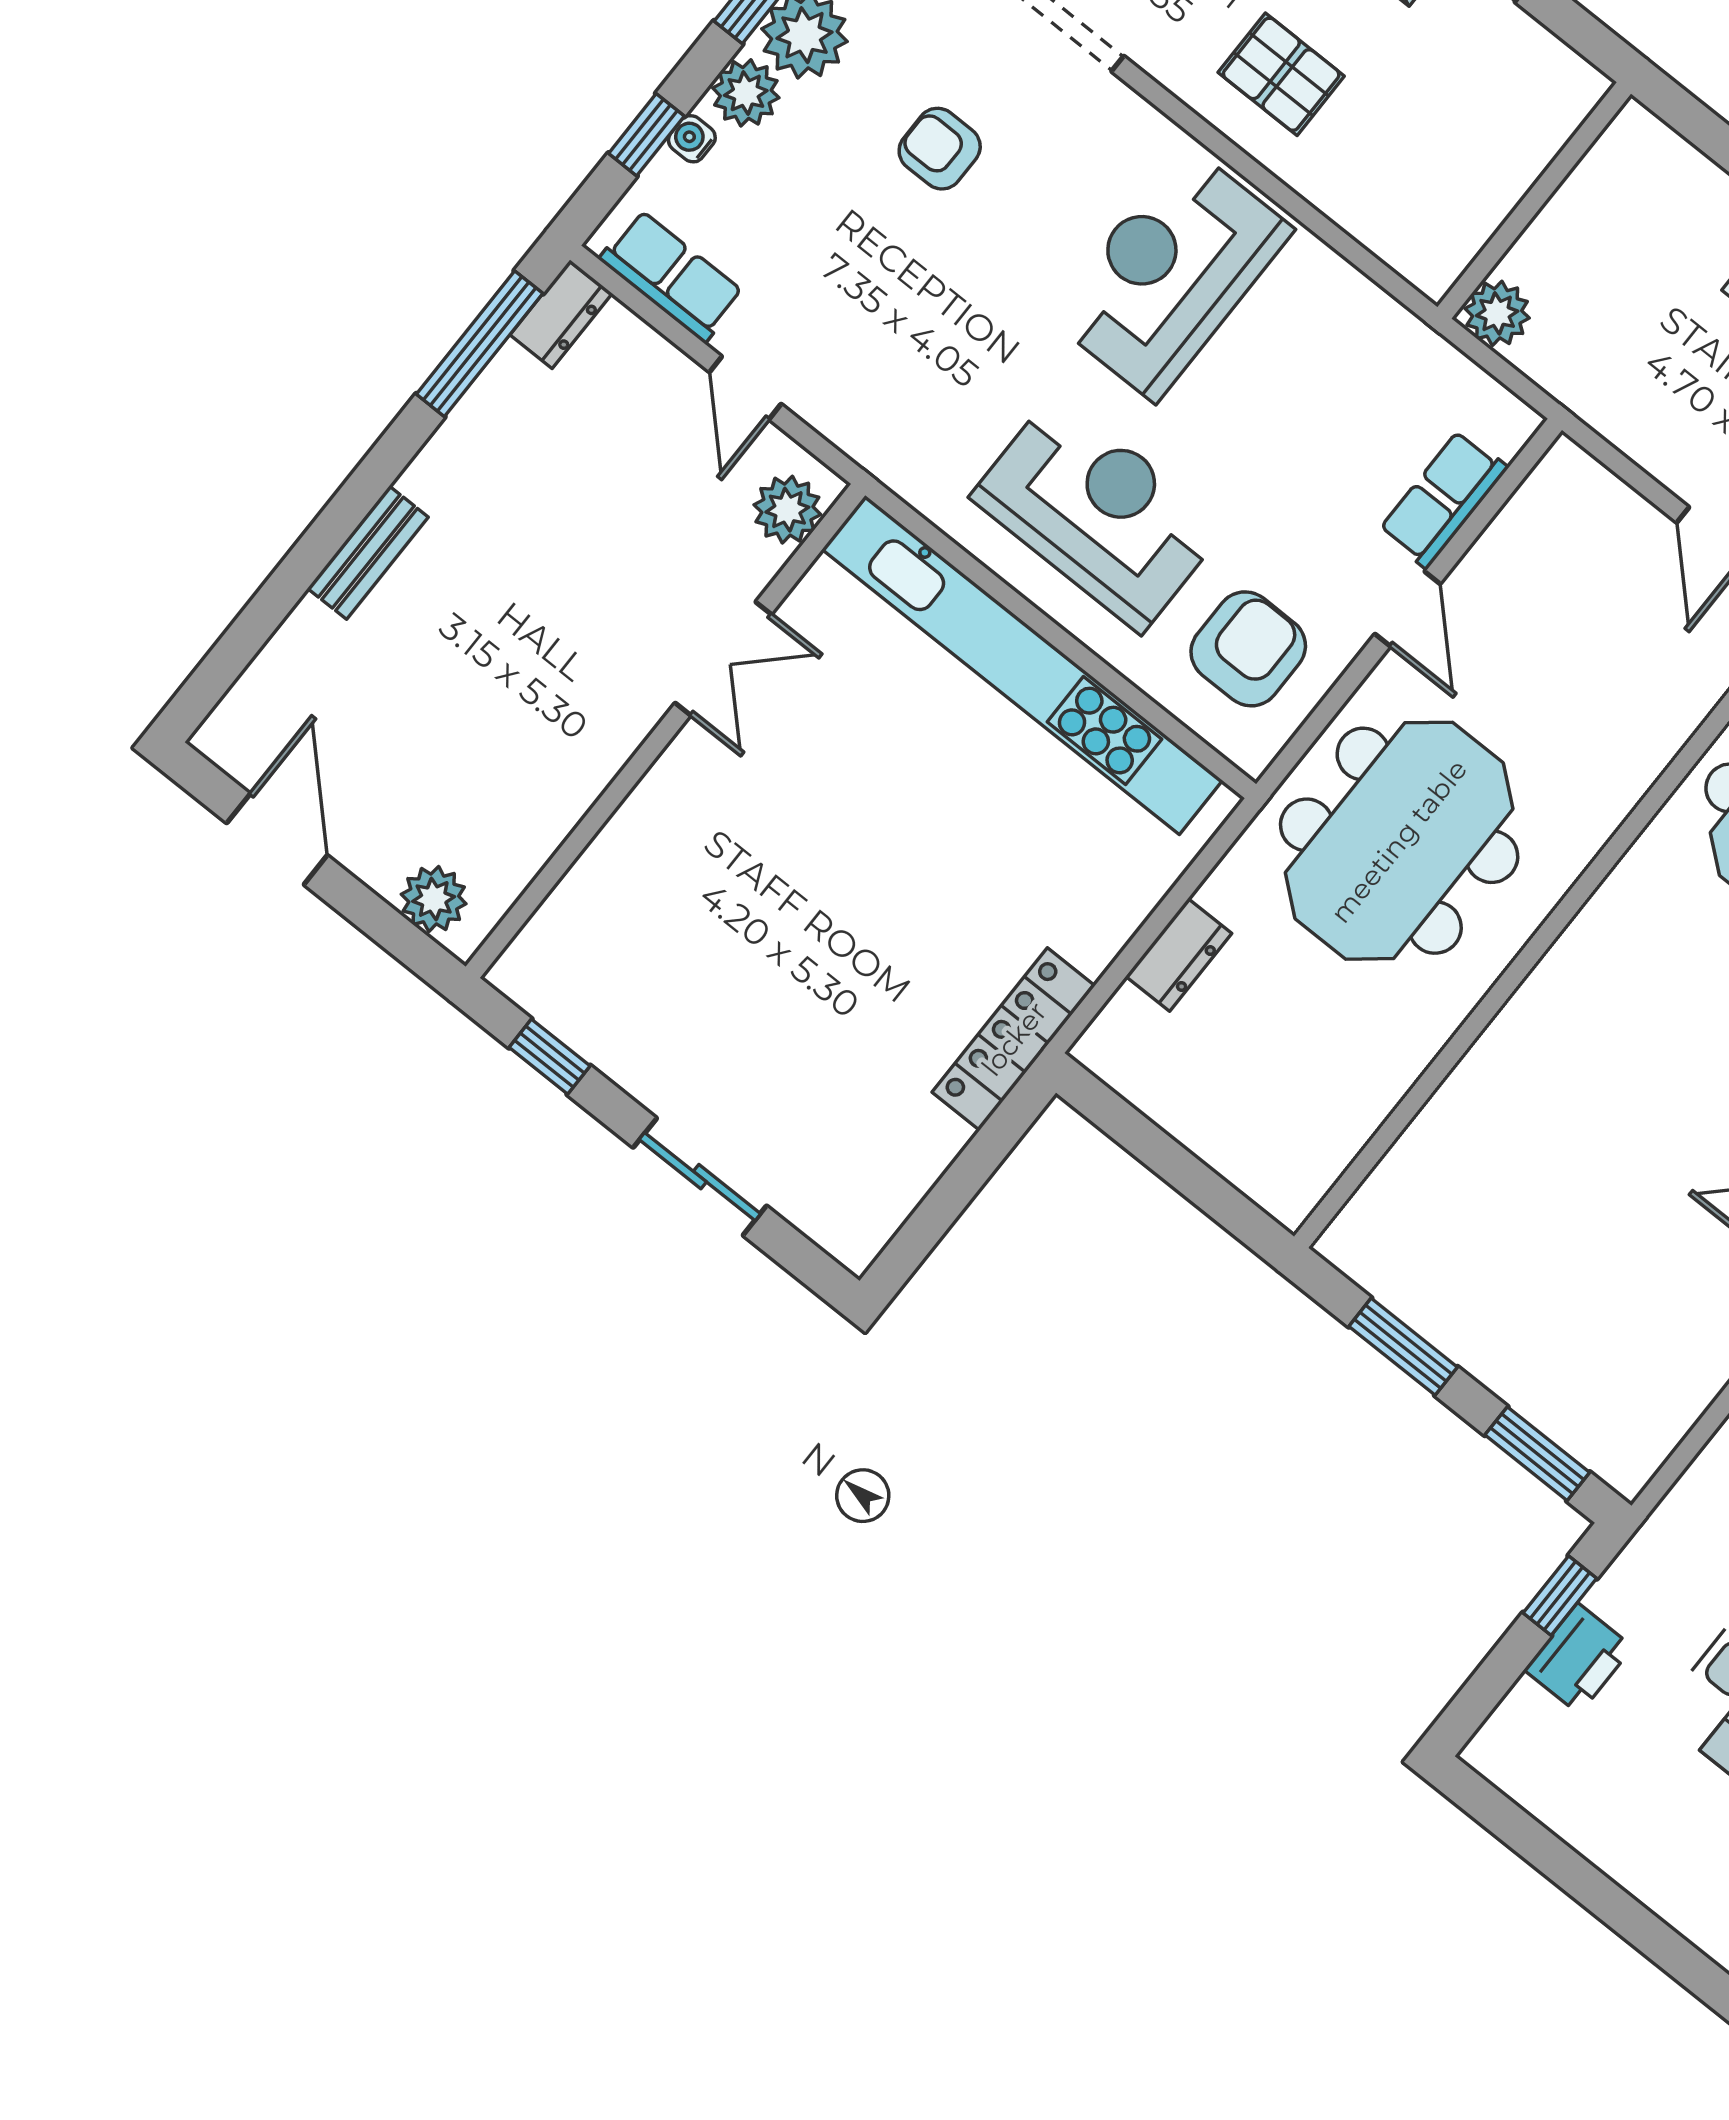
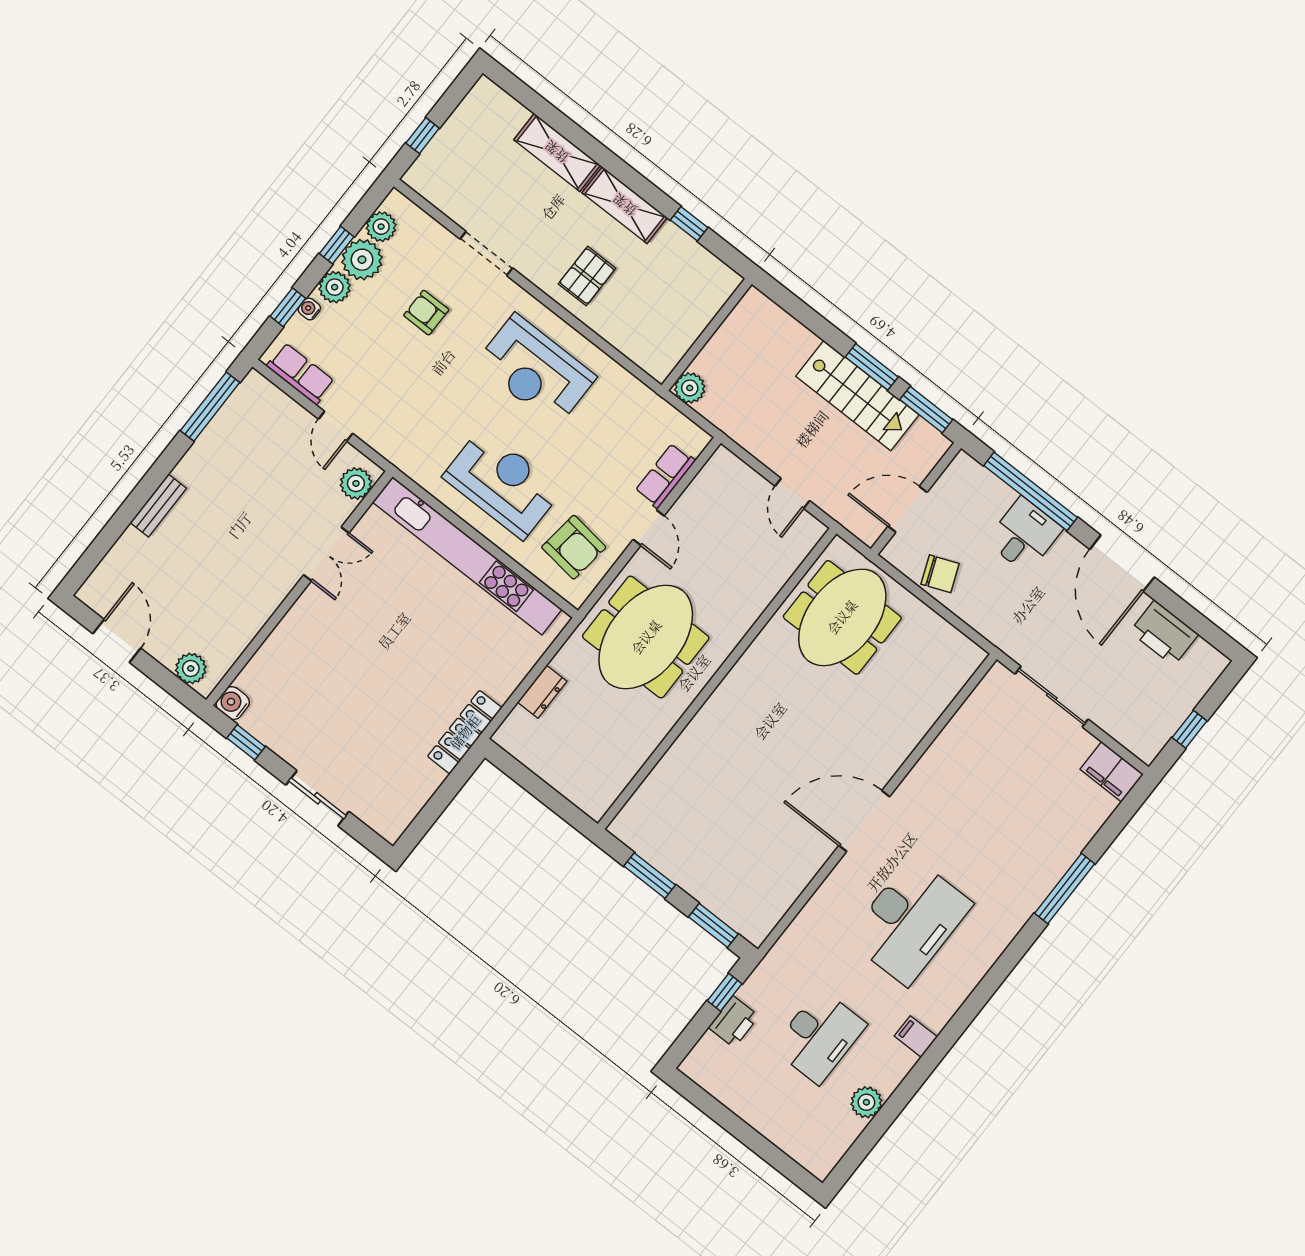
pallet: (1281, 74) -> (587, 276), turned 90
reception desk: (1171, 273) -> (536, 370), turned -90
dresser: (561, 314) -> (248, 392), removed
armchair: (1248, 649) -> (574, 547), turned 97
water cooler: (522, 973) -> (233, 703), added

